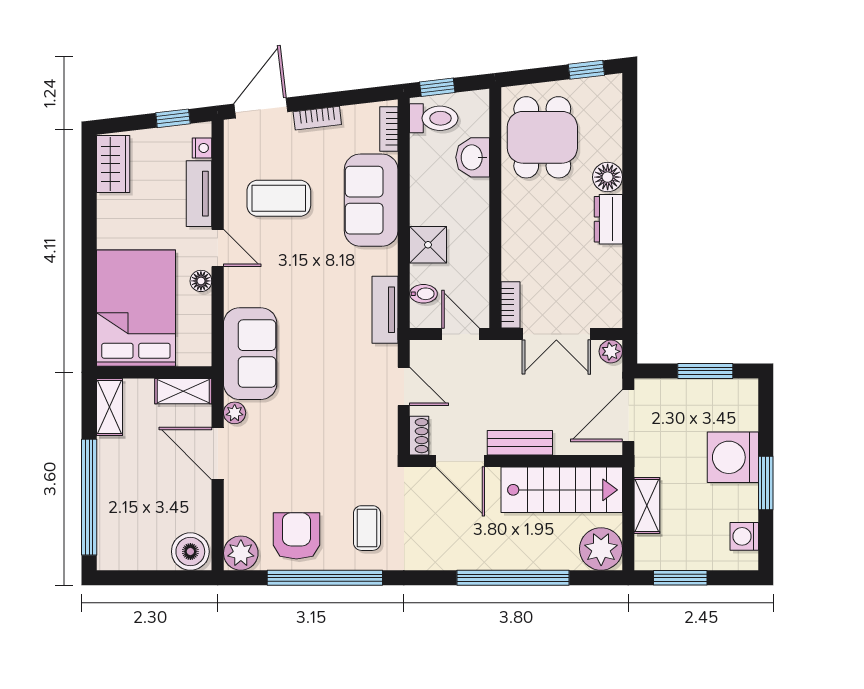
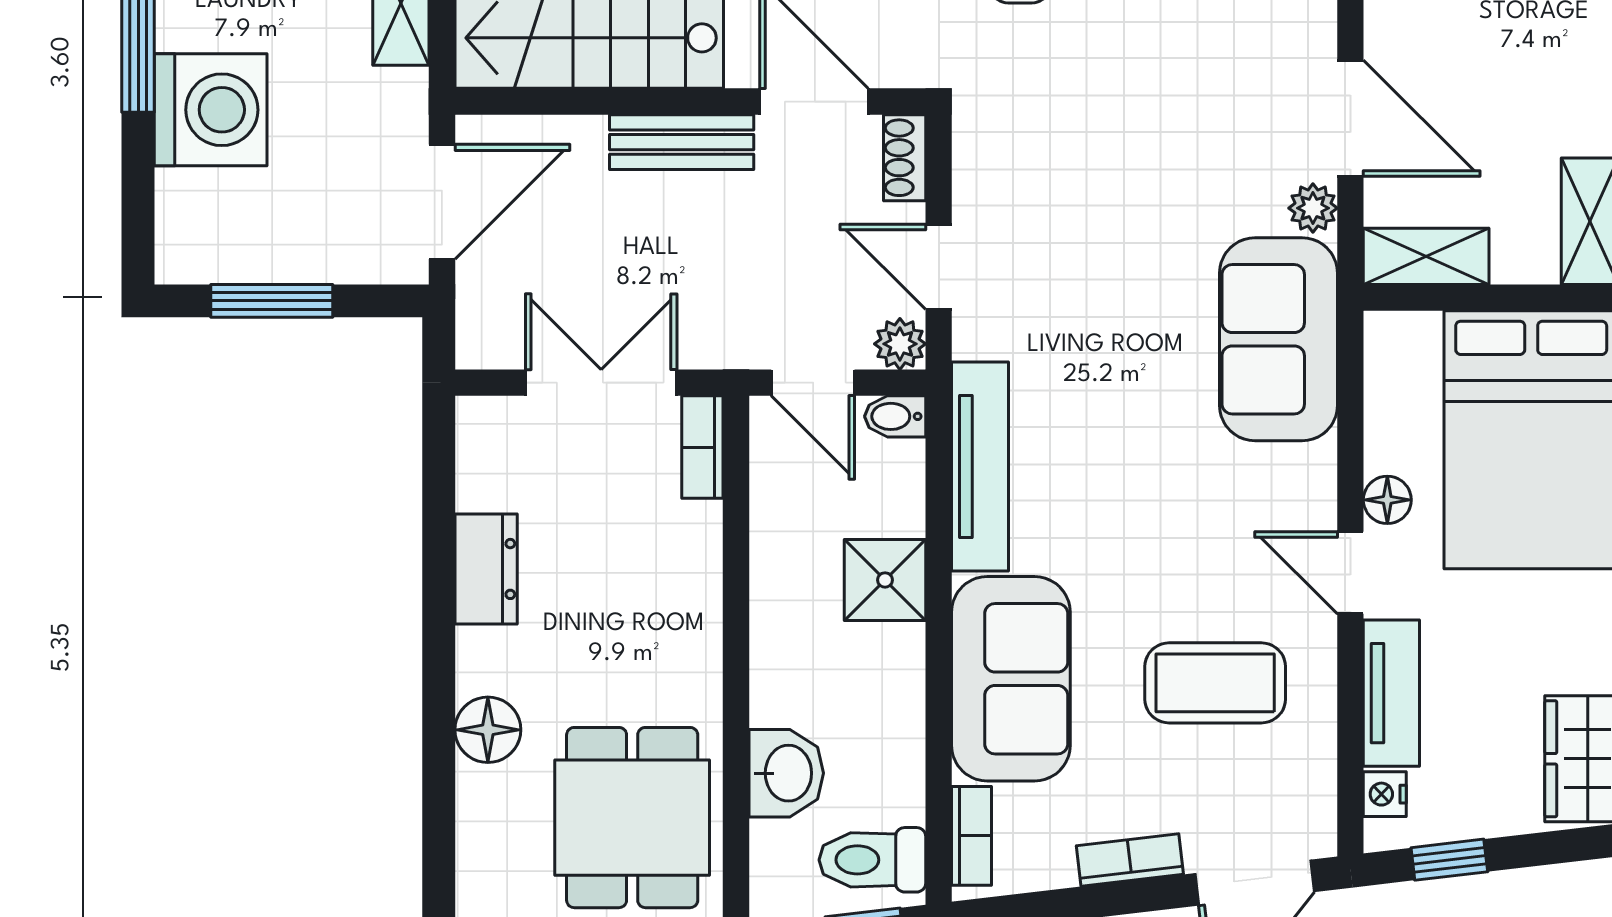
dresser: (608, 219) -> (486, 569), moved
bidet: (423, 294) -> (895, 416), moved
tv unit: (385, 310) -> (980, 467), width x1.41
plant: (611, 351) -> (900, 344), moved

